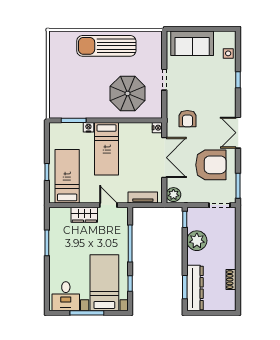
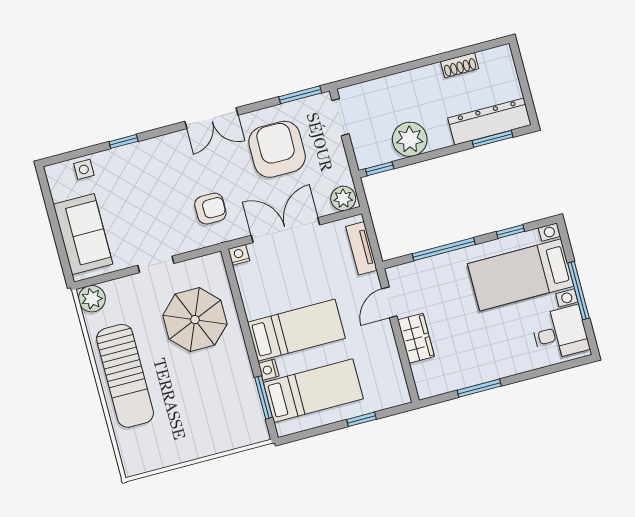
plant: (155, 39) -> (92, 299), added
bed: (67, 176) -> (313, 391), moved, turned 180

